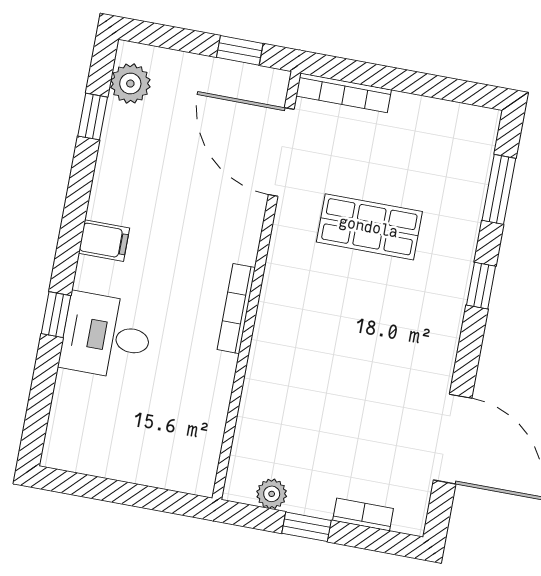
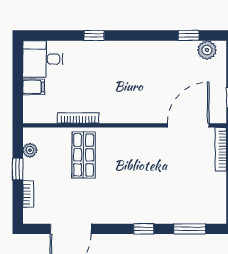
shop shelf: (369, 227) -> (84, 155), moved
filing cabinet: (104, 241) -> (33, 87), moved, turned -90
bookcase: (236, 309) -> (78, 118), moved
desk: (106, 336) -> (43, 59), moved, turned -90

